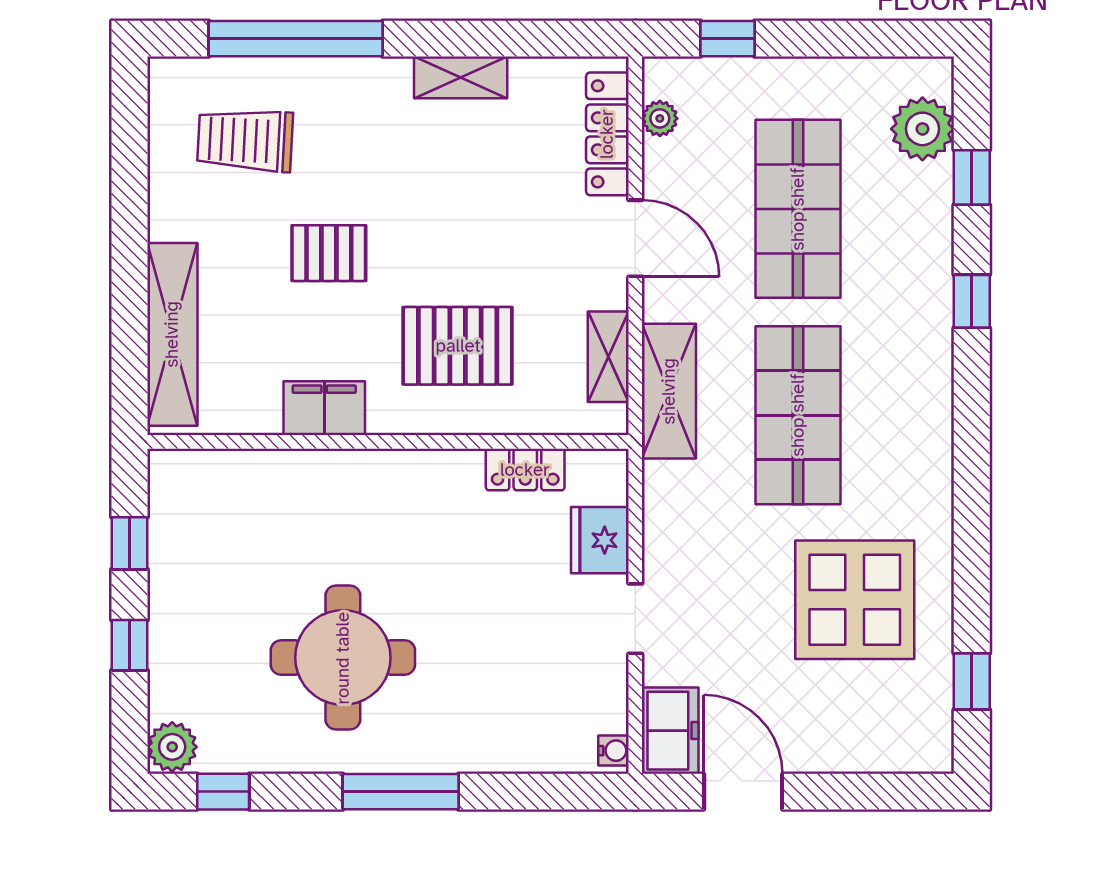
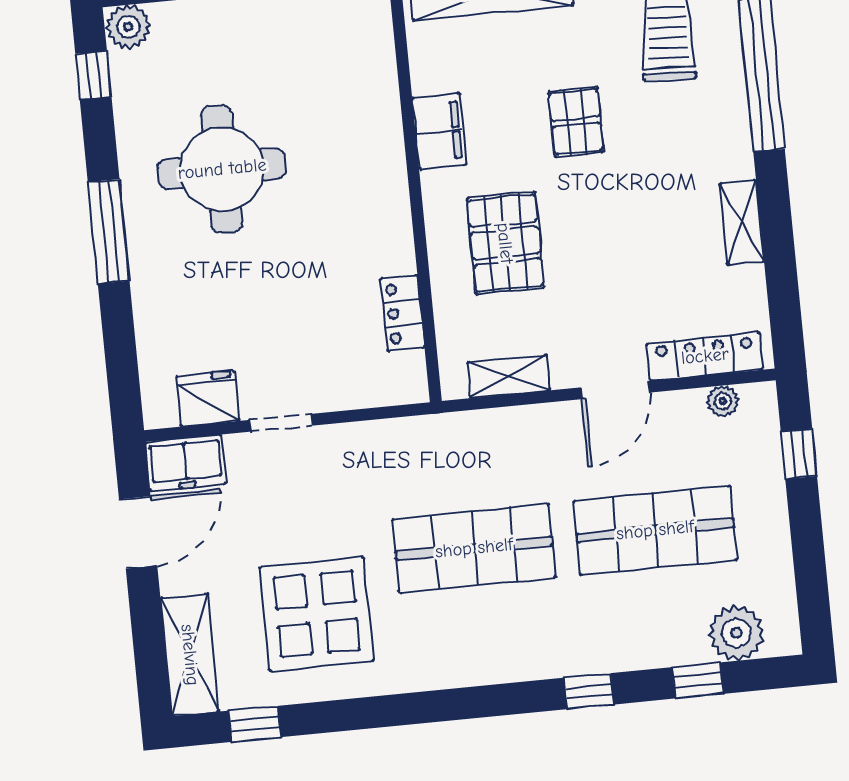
shelving: (669, 391) -> (190, 655), moved, turned 90
fridge: (600, 540) -> (208, 399), moved
water cooler: (614, 751) -> (163, 415), removed

